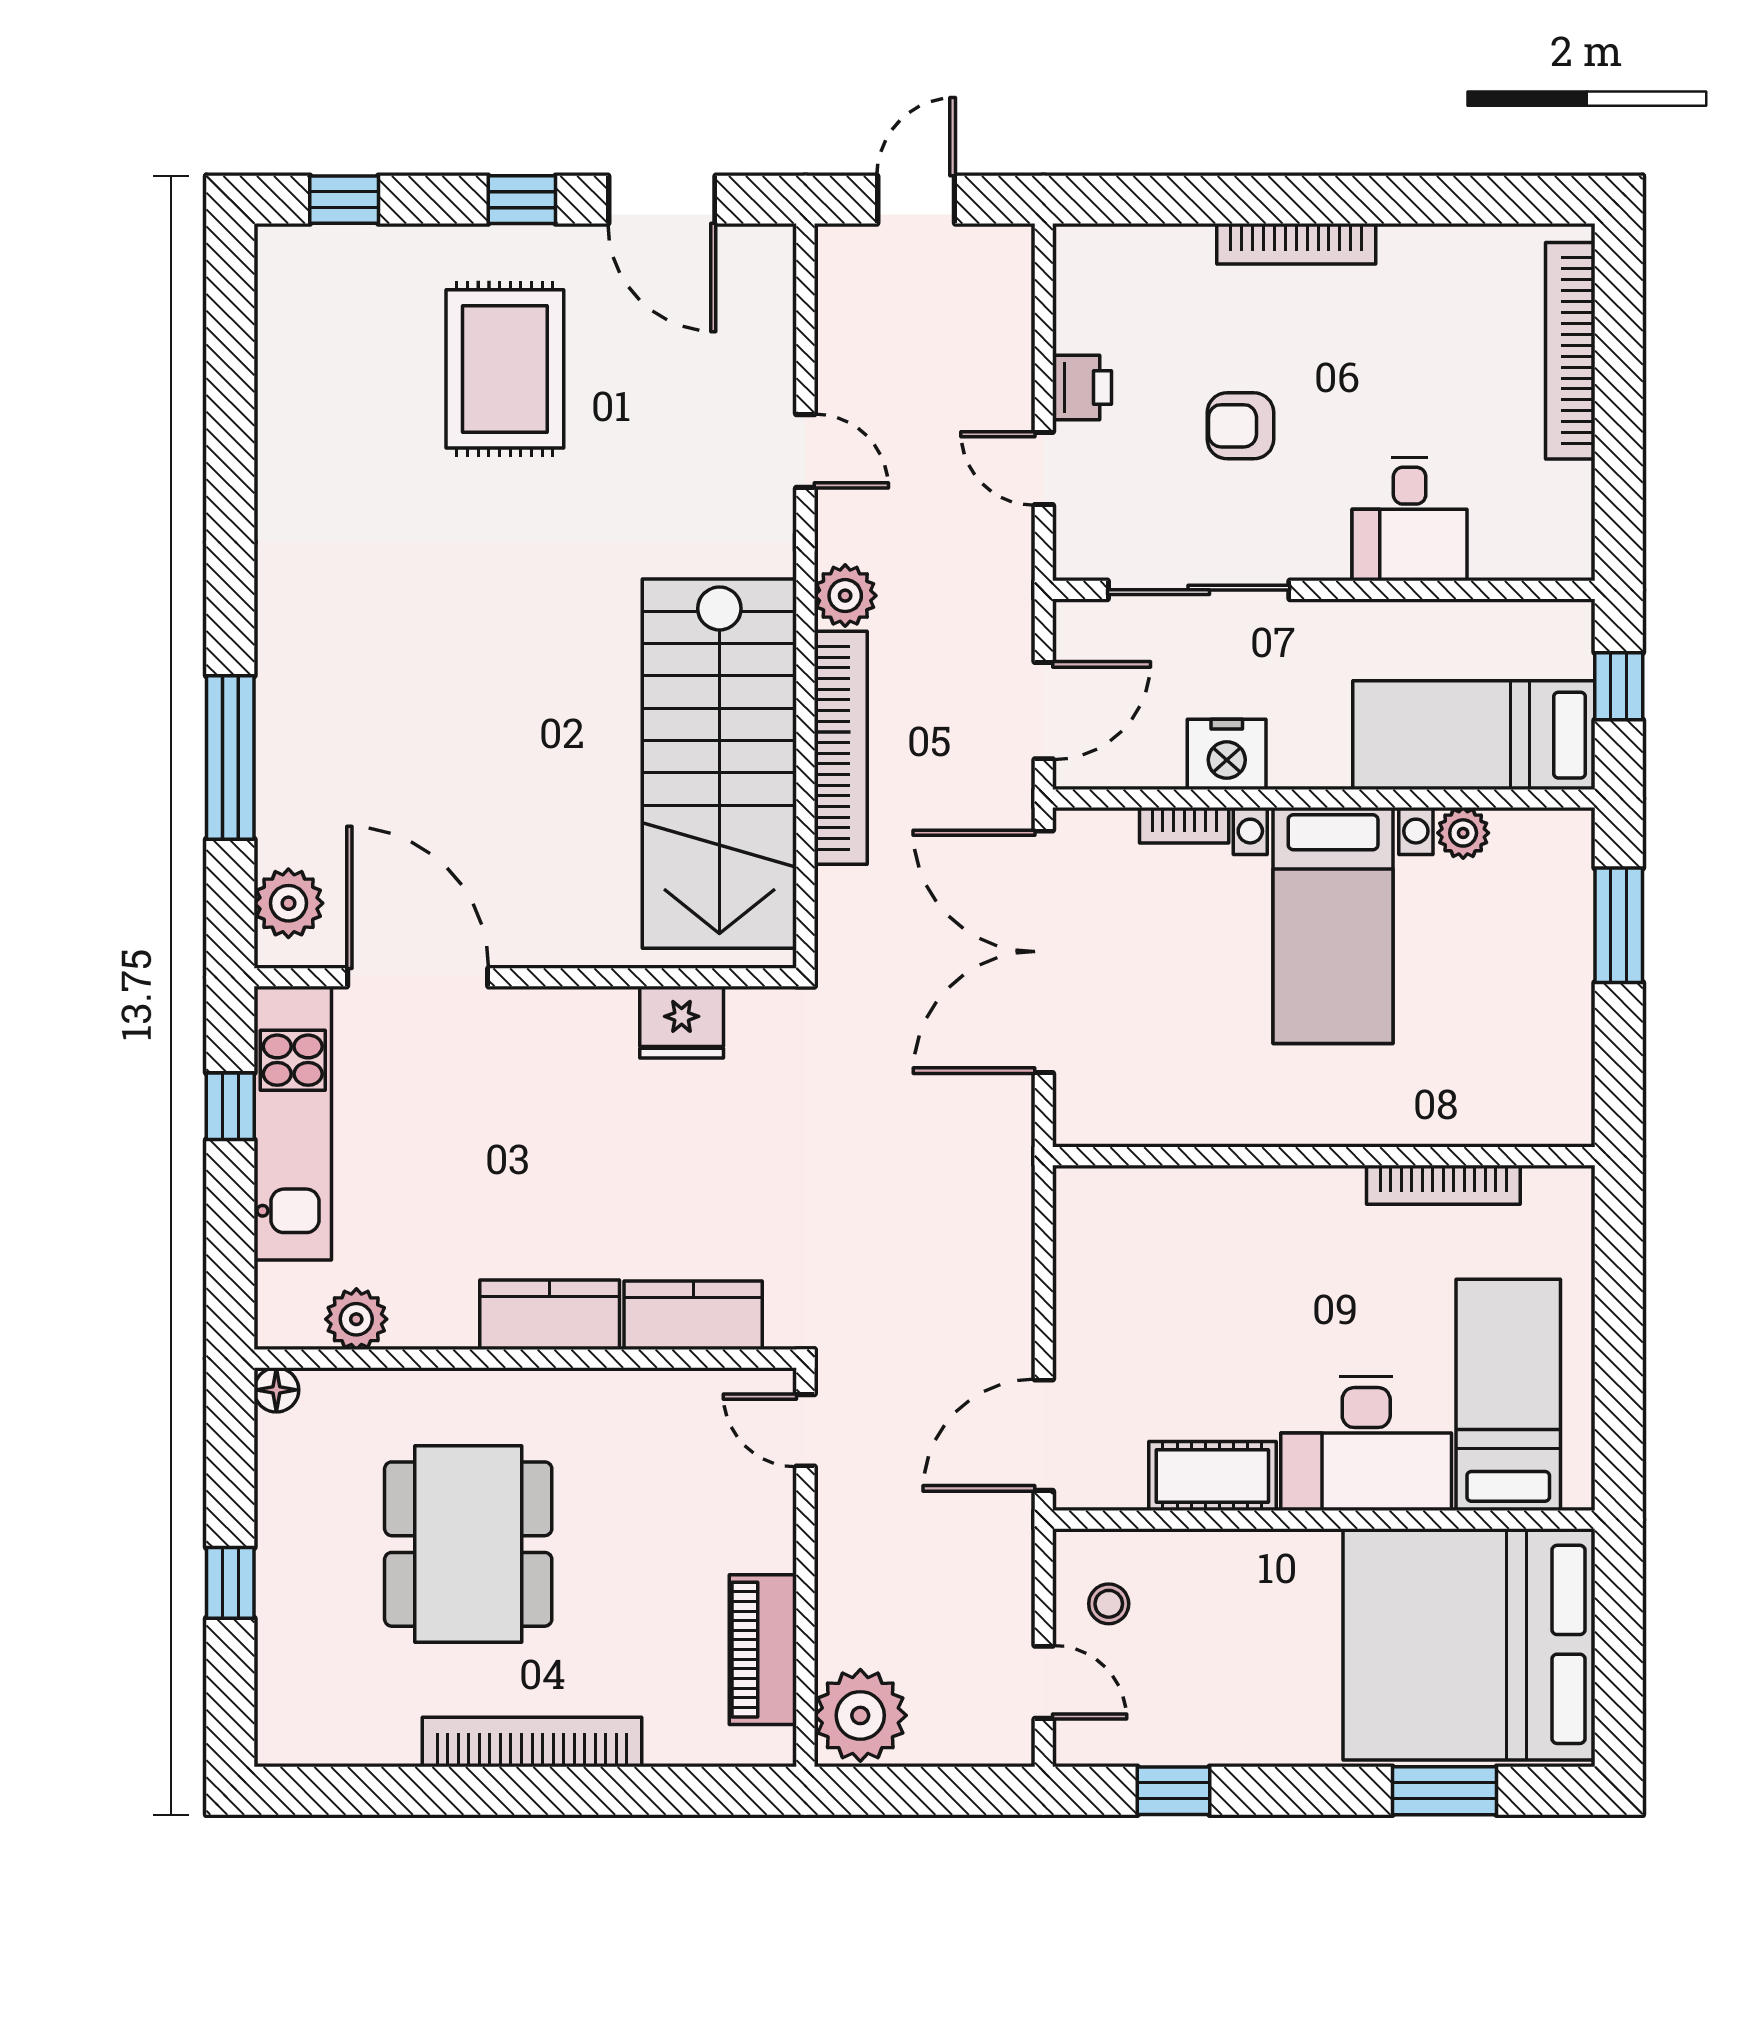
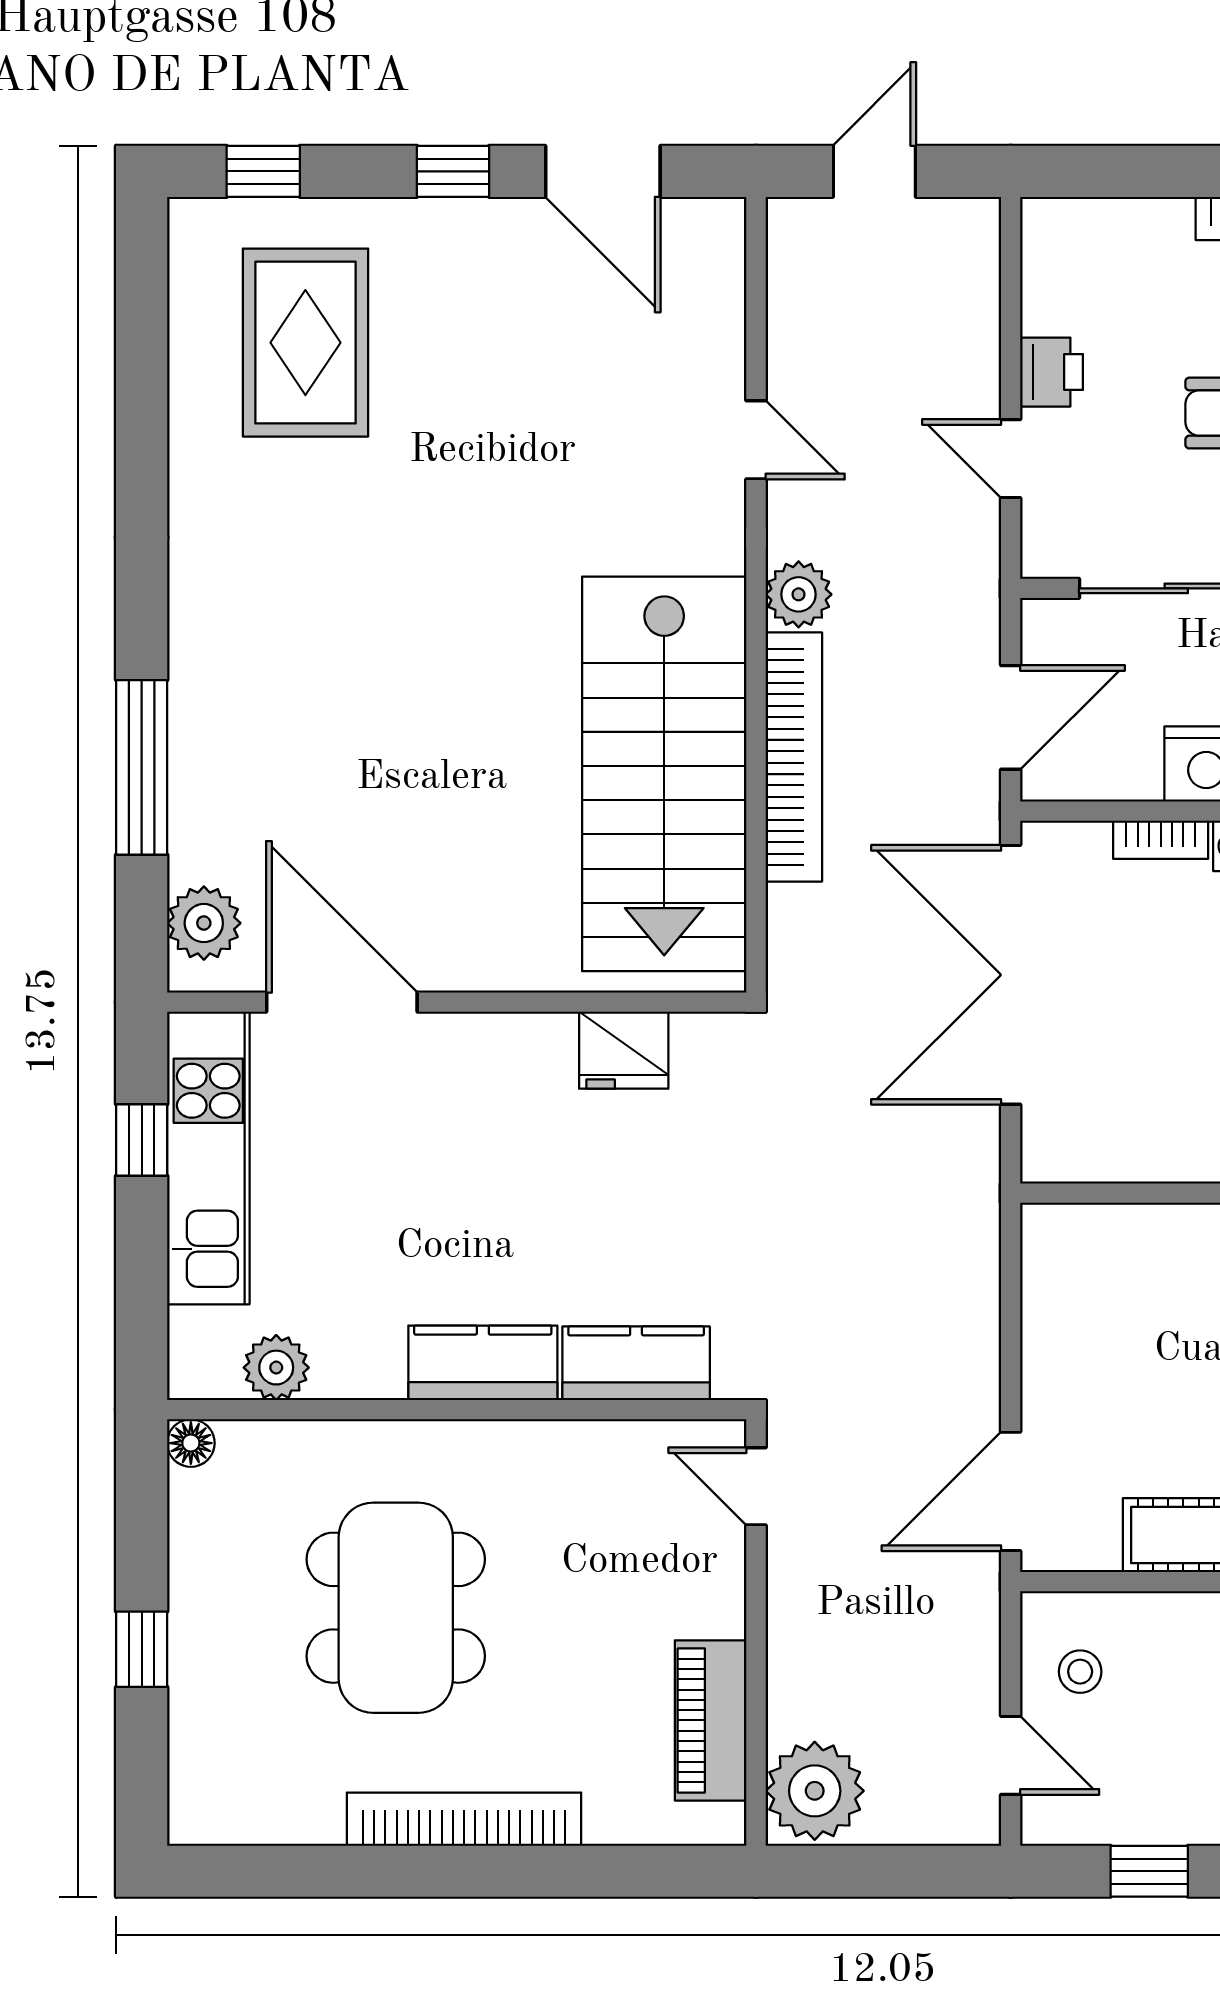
rug: (505, 369) -> (305, 343), moved

